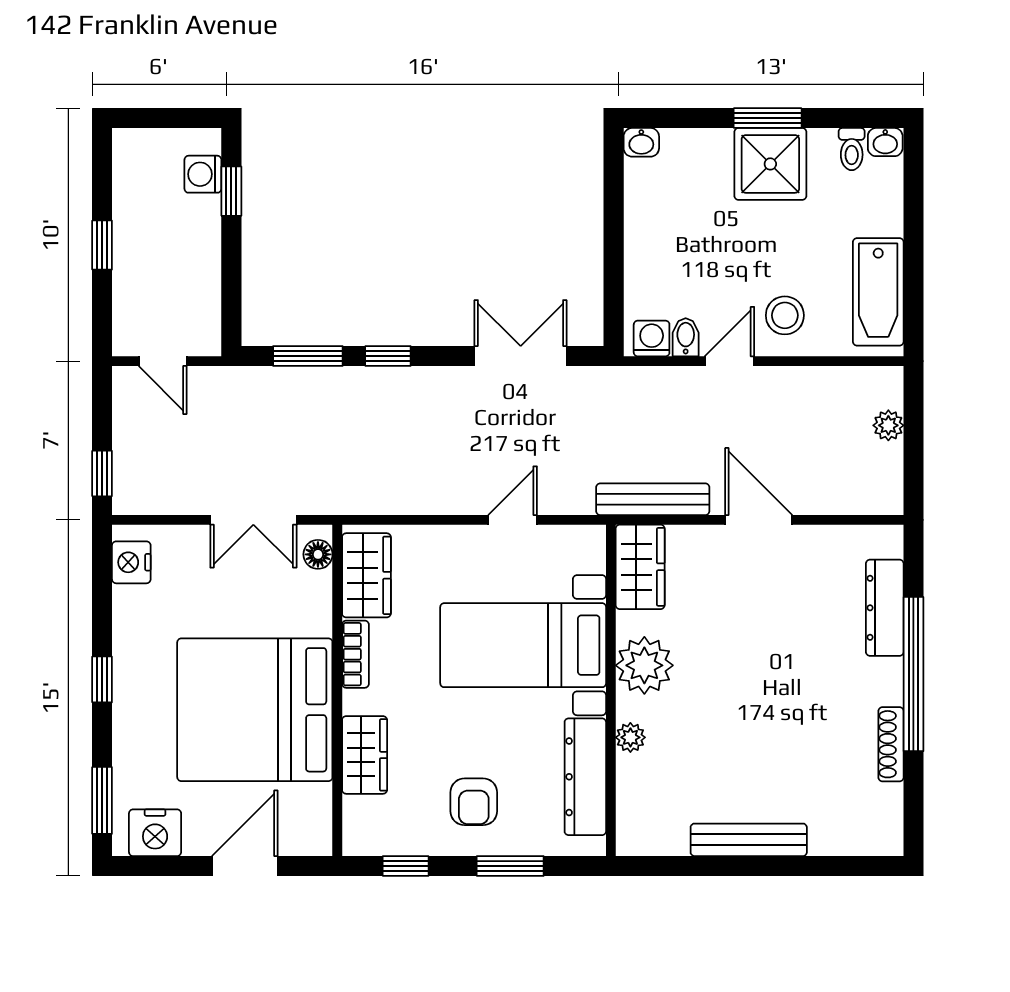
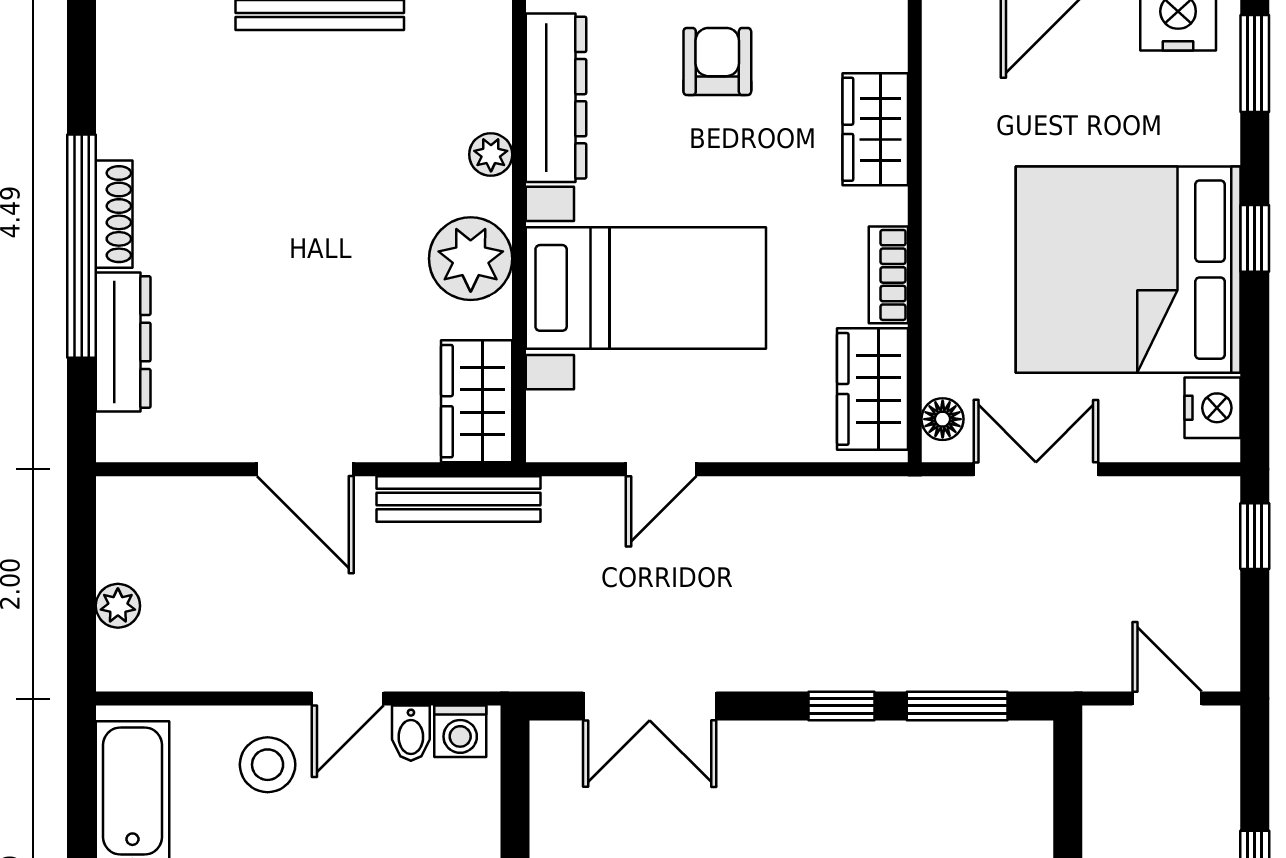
bed: (255, 710) -> (1128, 270), moved, turned 180
shoe rack: (891, 744) -> (114, 214), moved

